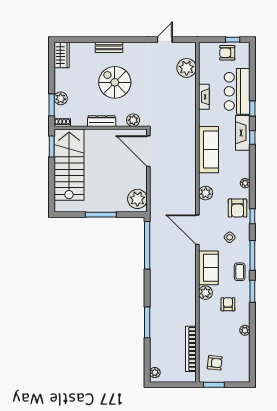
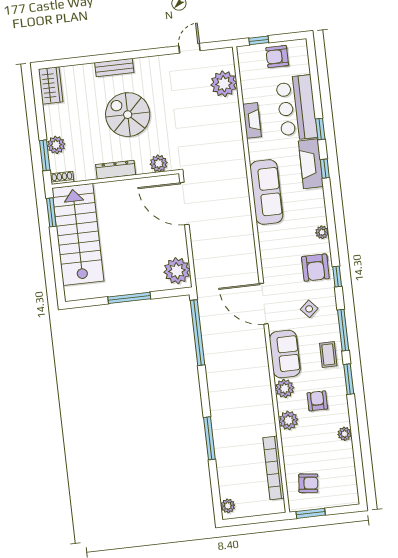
window: (233, 40) -> (259, 40), moved
plant: (206, 193) -> (288, 420), moved

